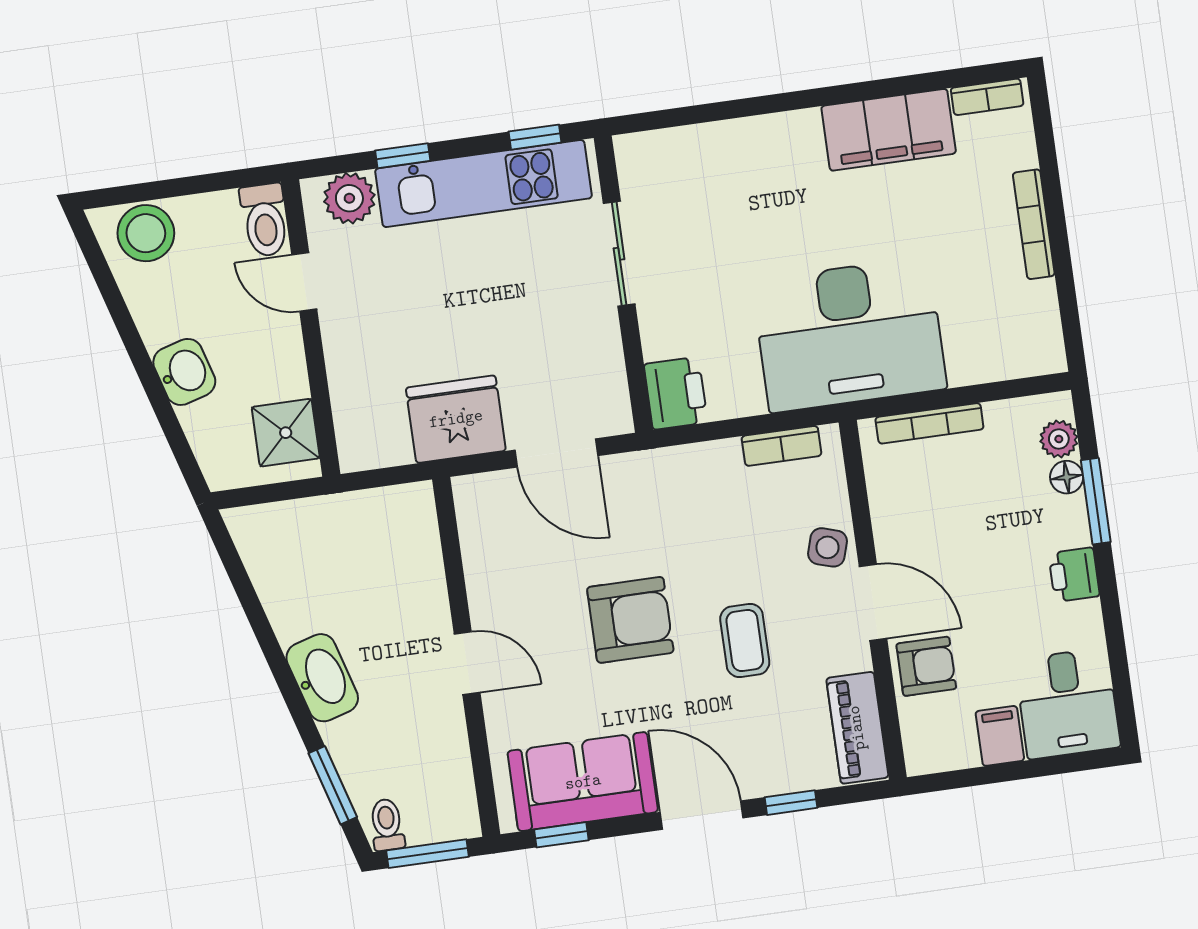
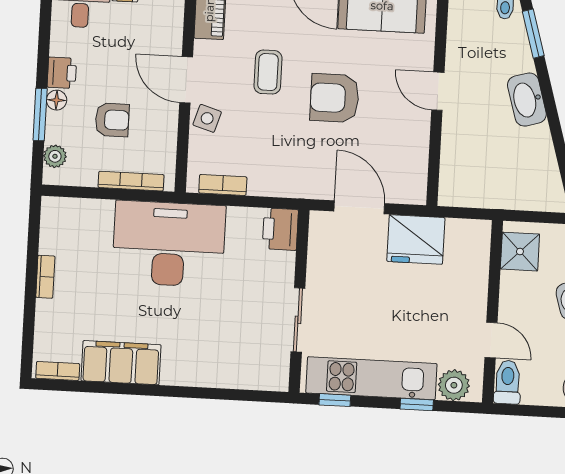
bookcase: (1034, 224) -> (45, 277), width x0.64
floor lamp: (1067, 477) -> (57, 100), moved
armchair: (926, 666) -> (112, 120), moved, turned 180

